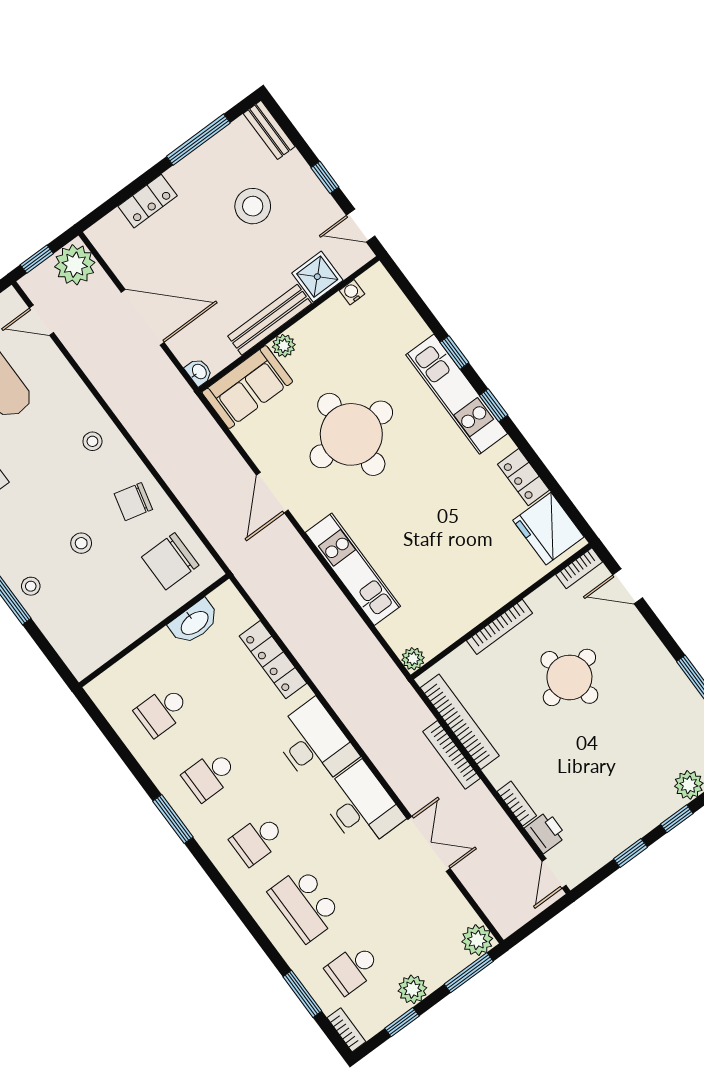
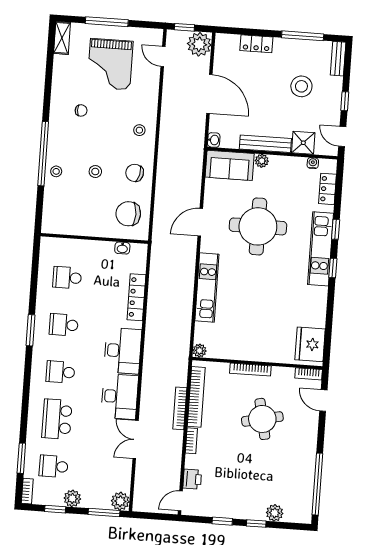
locker: (523, 477) -> (327, 189), moved
washbasin: (194, 622) -> (122, 248), width x0.52, depth x0.69
bookcase: (517, 804) -> (191, 441), moved
double door: (429, 844) -> (136, 440), swing flipped

